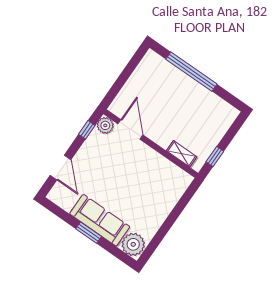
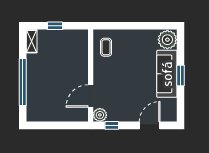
shelving: (182, 154) -> (32, 41), moved
window: (215, 157) -> (55, 26), moved
coffee table: (168, 178) -> (106, 47), added

